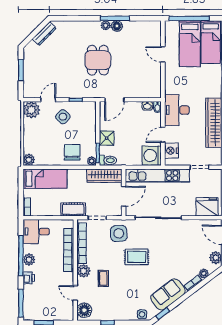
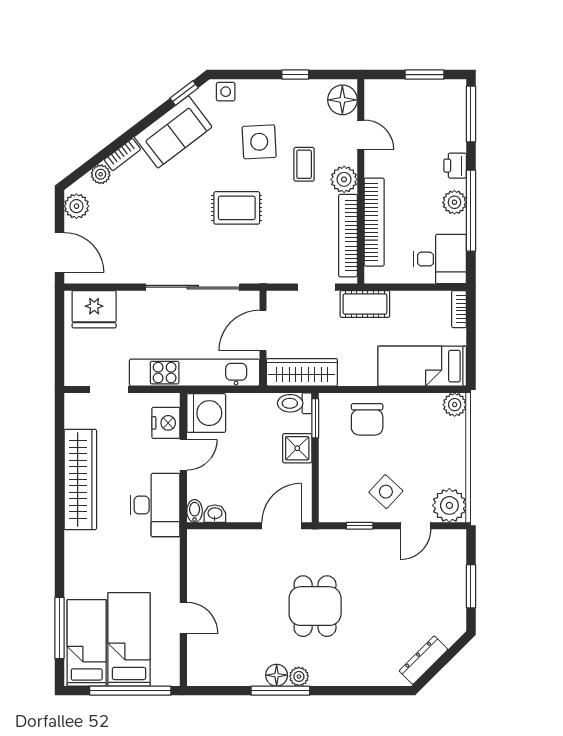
plant: (92, 161) -> (328, 402), removed
side table: (119, 233) -> (259, 142), moved

